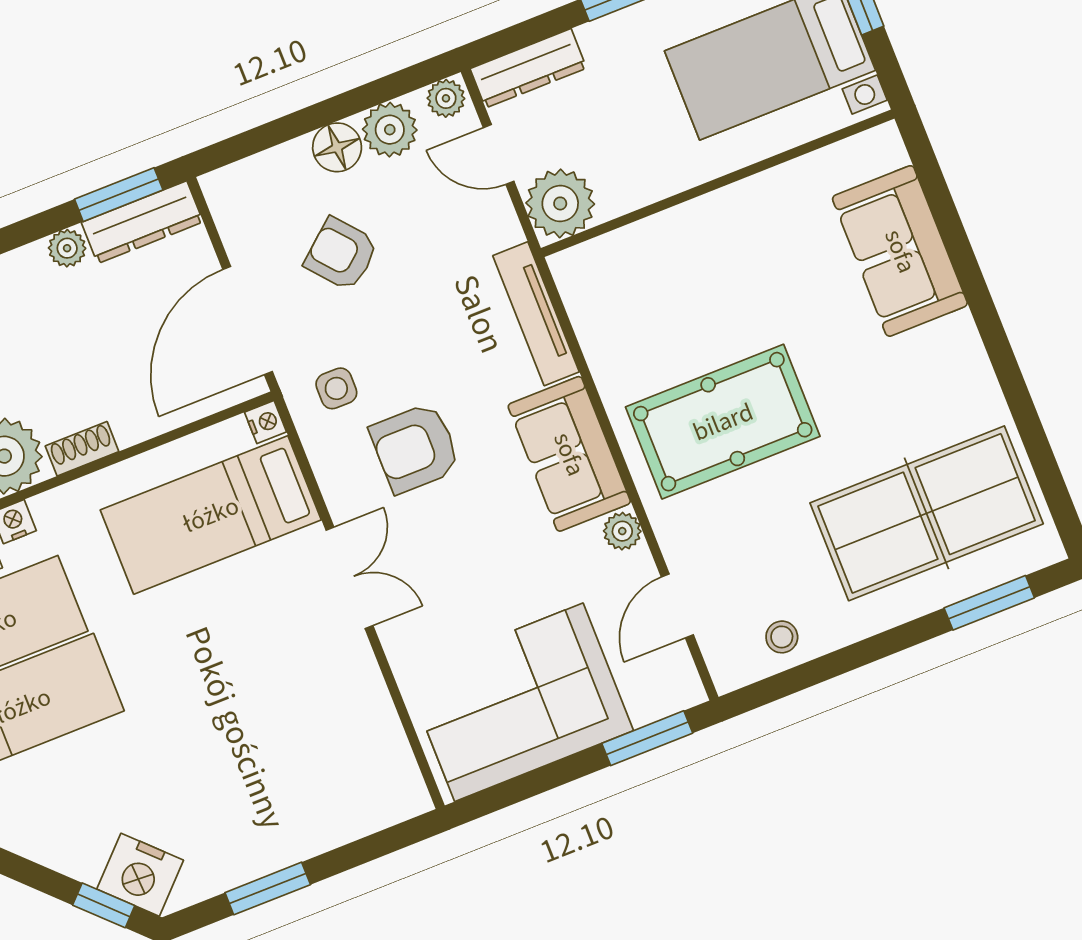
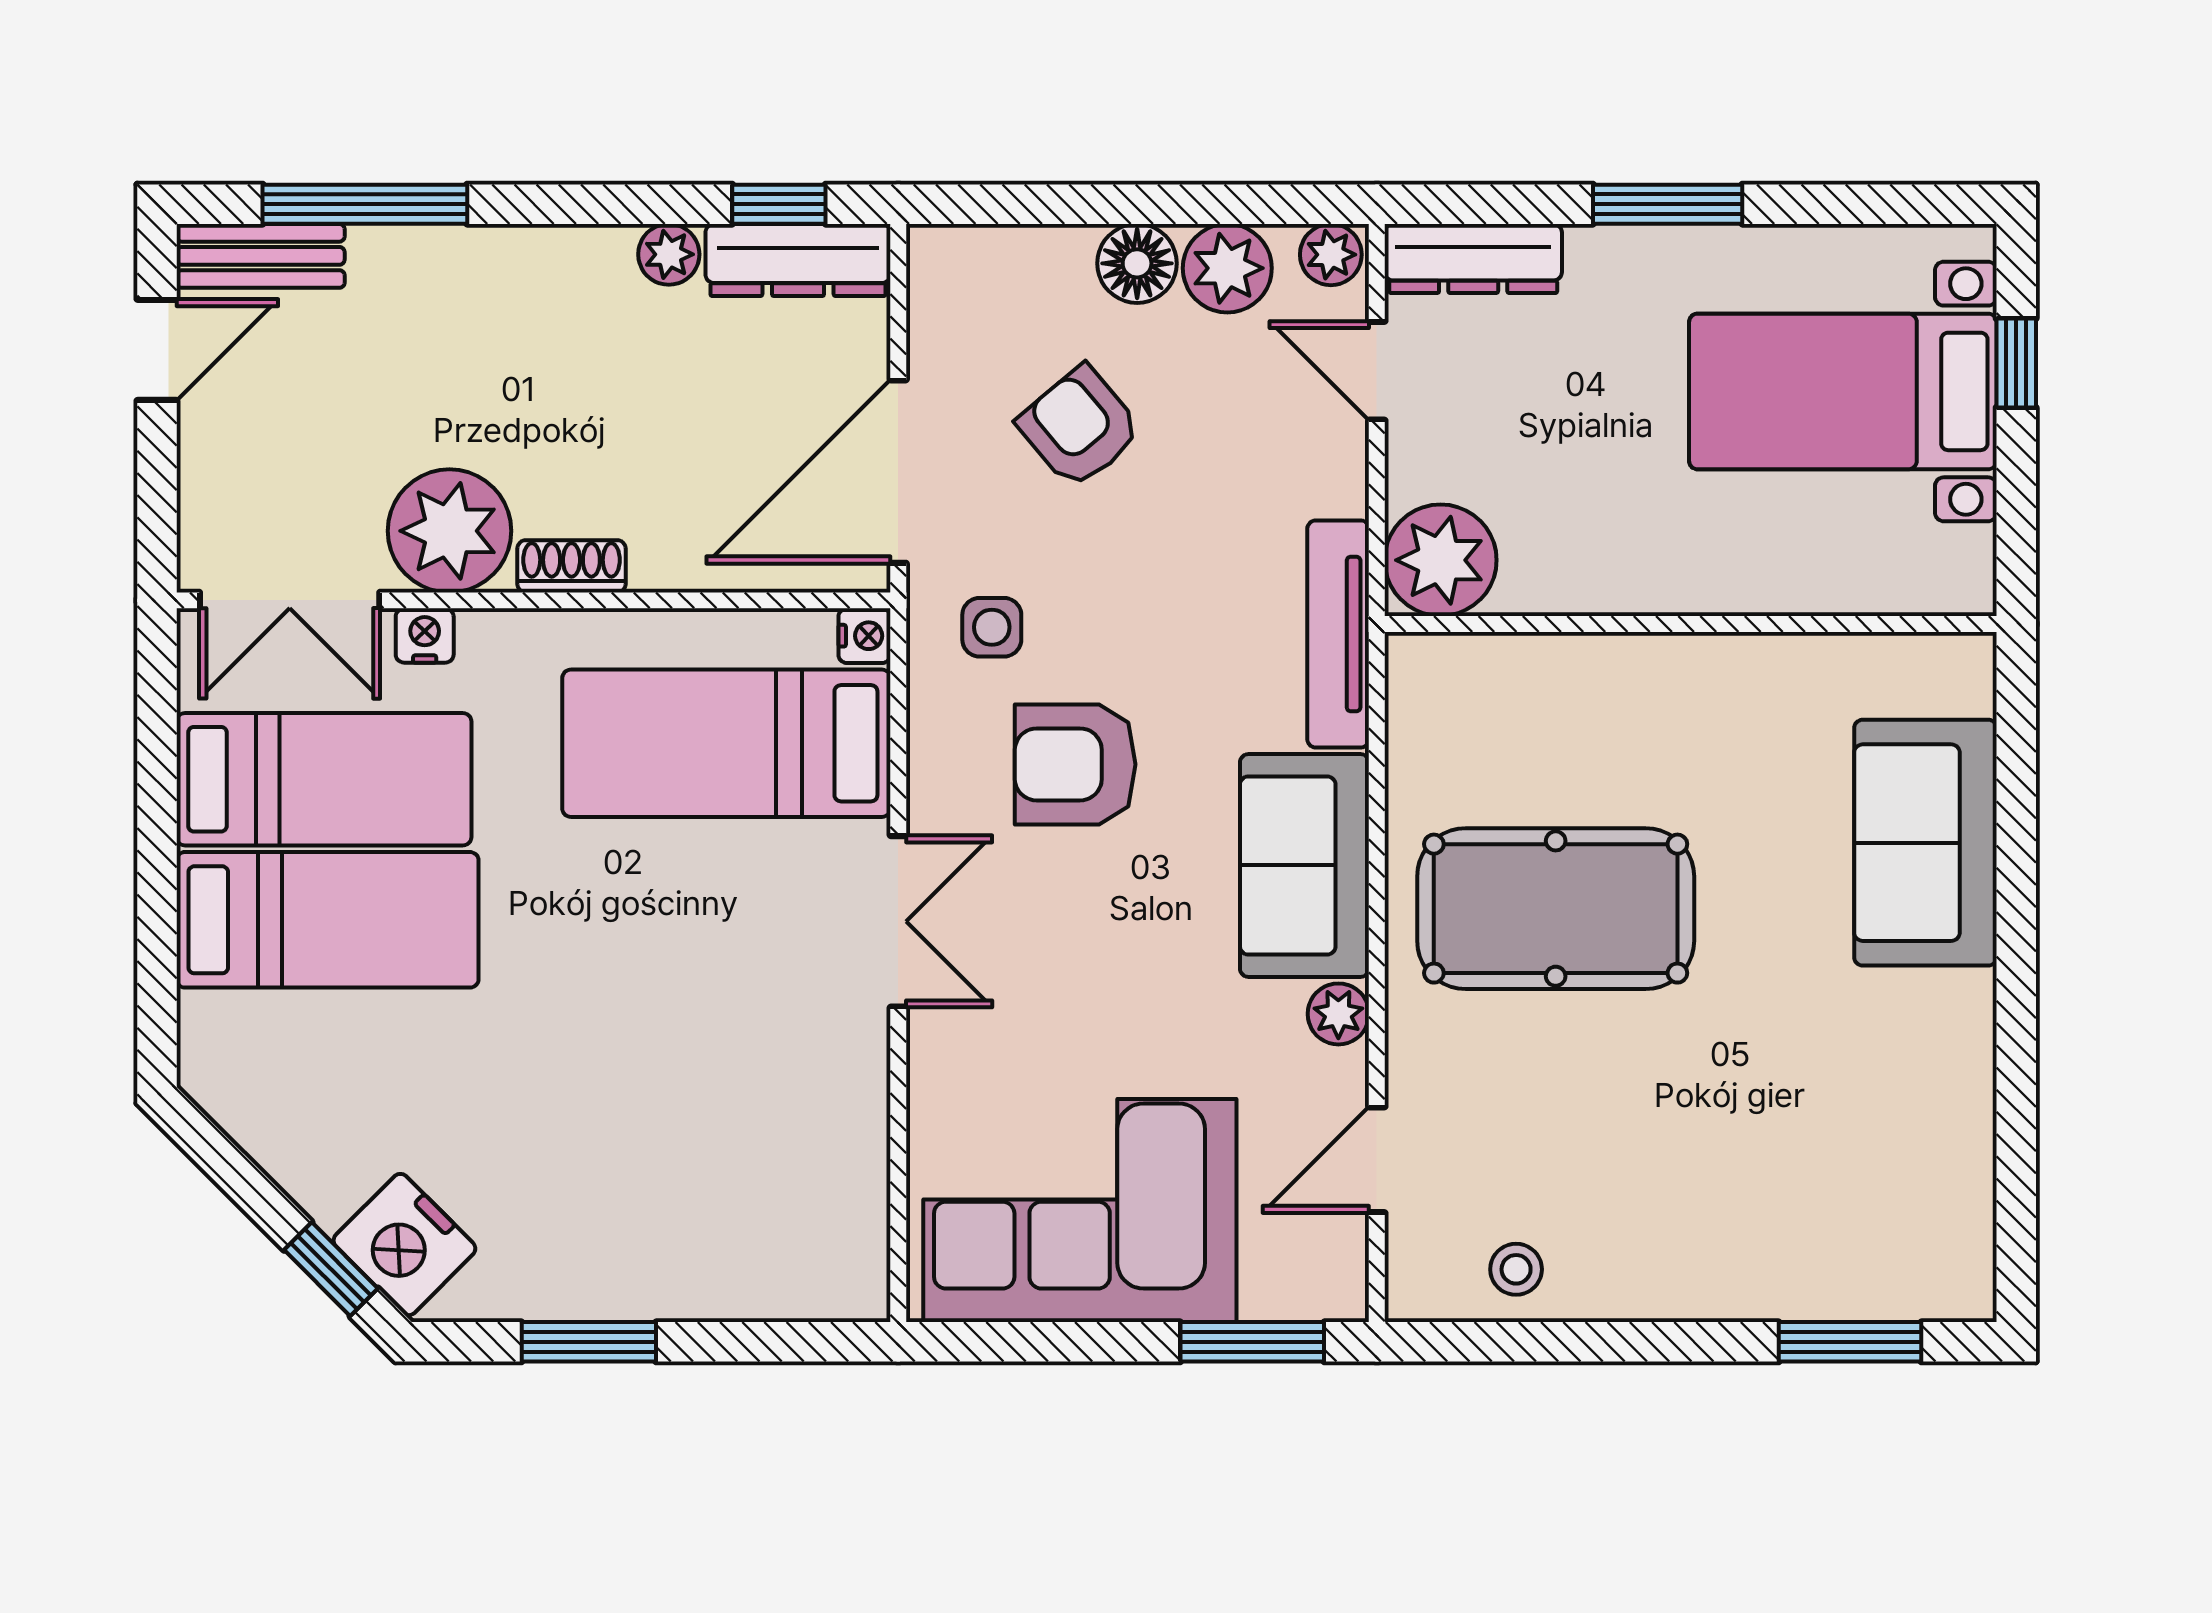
wall: (718, 183) -> (1691, 624), moved
window: (119, 195) -> (779, 204), width x0.67
plant: (560, 203) -> (1441, 560), moved
sofa: (900, 251) -> (1925, 843), moved
table tennis table: (927, 513) -> (1809, 1169), removed

